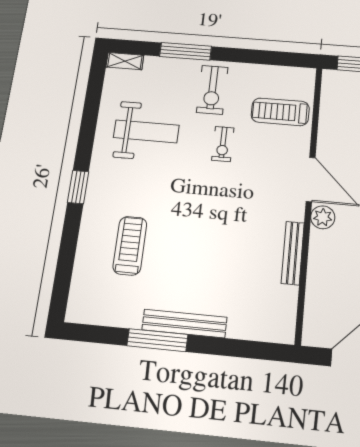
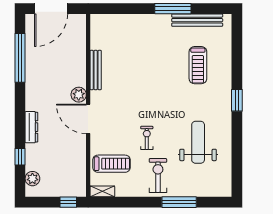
shelving: (125, 61) -> (102, 191), moved
weight bench: (146, 131) -> (198, 142), turned 90
bench: (184, 324) -> (197, 20), moved

